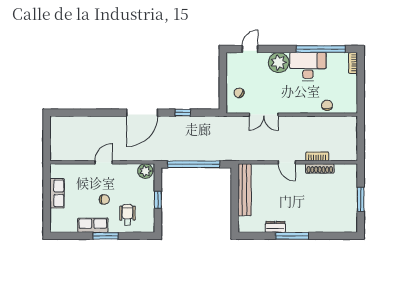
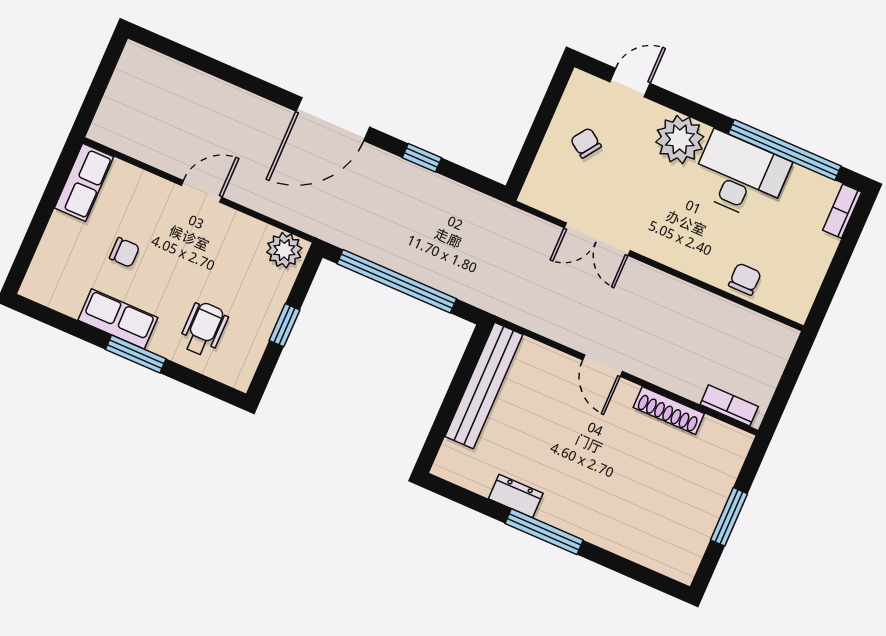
chair: (239, 93) -> (586, 143), moved
bookcase: (317, 156) -> (729, 405), moved
row of seats: (57, 193) -> (84, 182), moved
chair: (104, 200) -> (124, 252), moved

